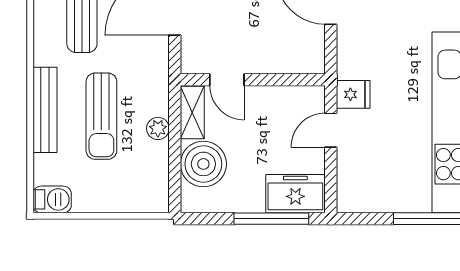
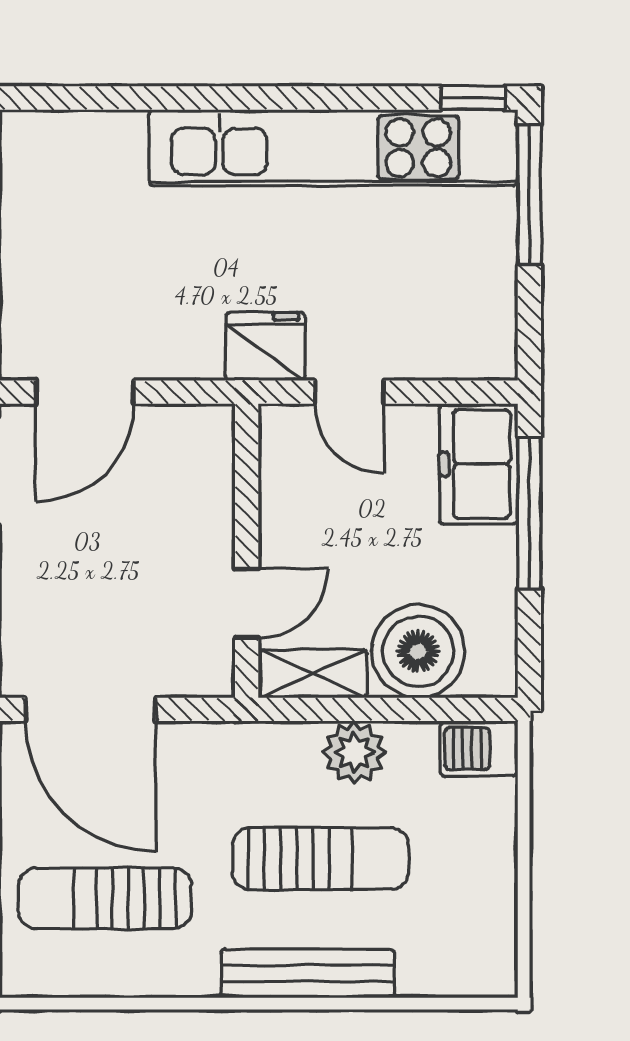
fridge: (353, 94) -> (265, 346), width x1.38
plant: (158, 128) -> (354, 752), width x1.38, depth x1.38
barbecue: (52, 199) -> (479, 749), moved, turned -90

